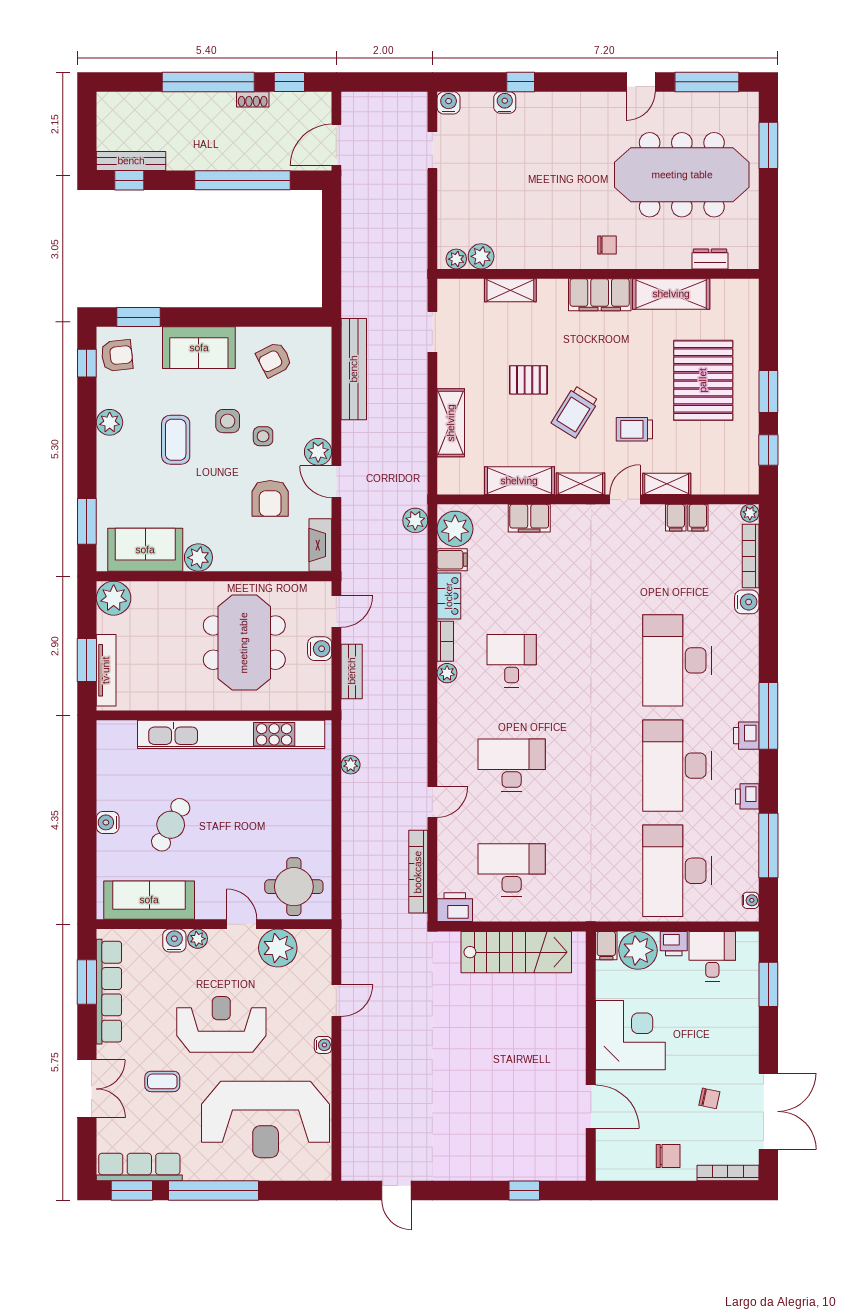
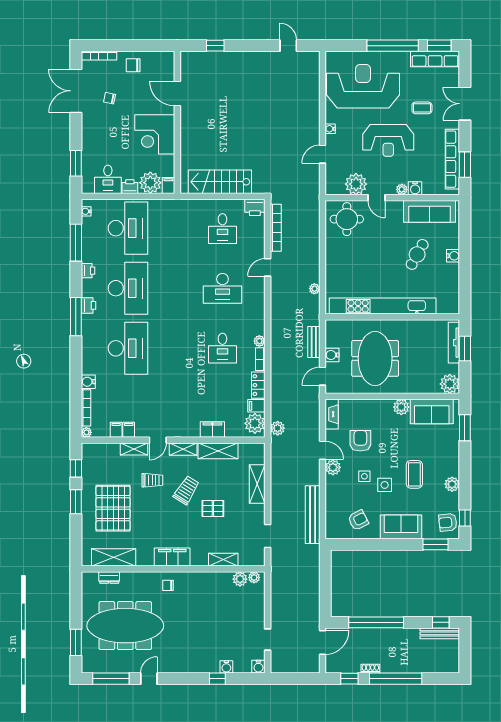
shelving: (671, 294) -> (114, 557), moved
desk: (512, 870) -> (222, 229), width x0.73

